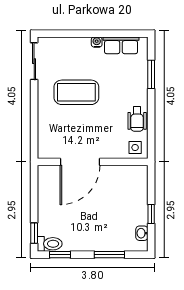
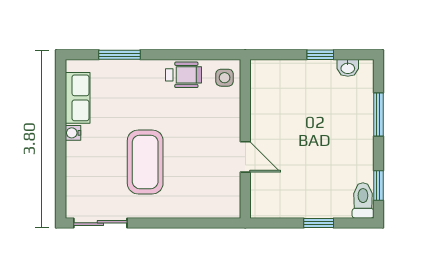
door: (80, 162) -> (245, 157), width x0.53
window: (34, 233) -> (319, 223), moved

